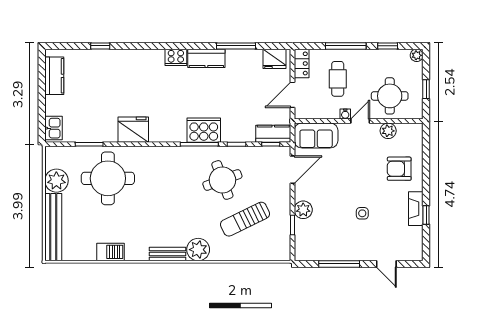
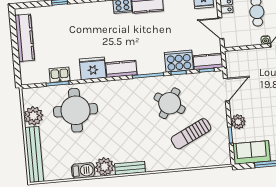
kitchen counter: (54, 76) -> (25, 38), width x1.50
door: (292, 95) -> (221, 28), hinge flipped
kitchen sink: (53, 128) -> (60, 75), moved, turned -90
cooker: (204, 130) -> (179, 61), moved
kitchen counter: (168, 133) -> (121, 69), added
sofa: (316, 135) -> (251, 152), moved, turned 180
round table: (222, 180) -> (170, 103), turned -37
plant: (198, 250) -> (105, 167), moved

